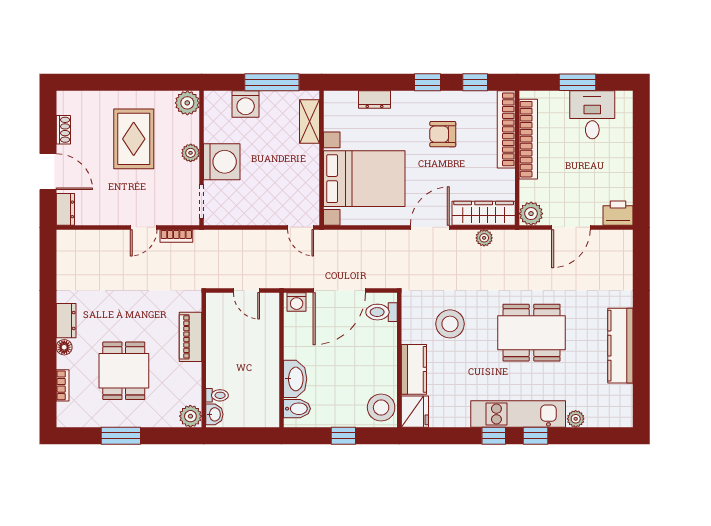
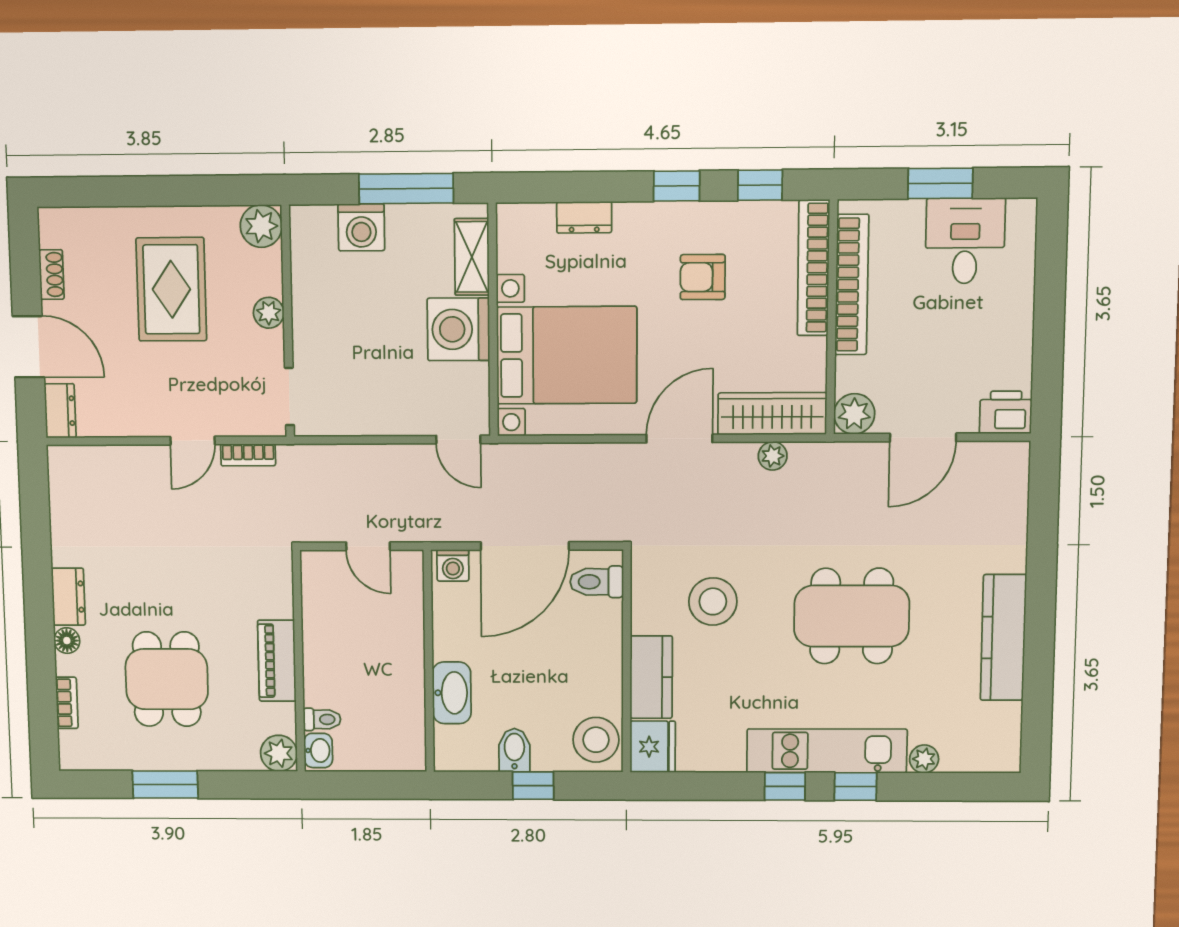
washing machine: (222, 162) -> (458, 329), moved, turned 180
piano: (191, 337) -> (277, 661), moved
bidet: (297, 409) -> (514, 750), moved, turned -90

